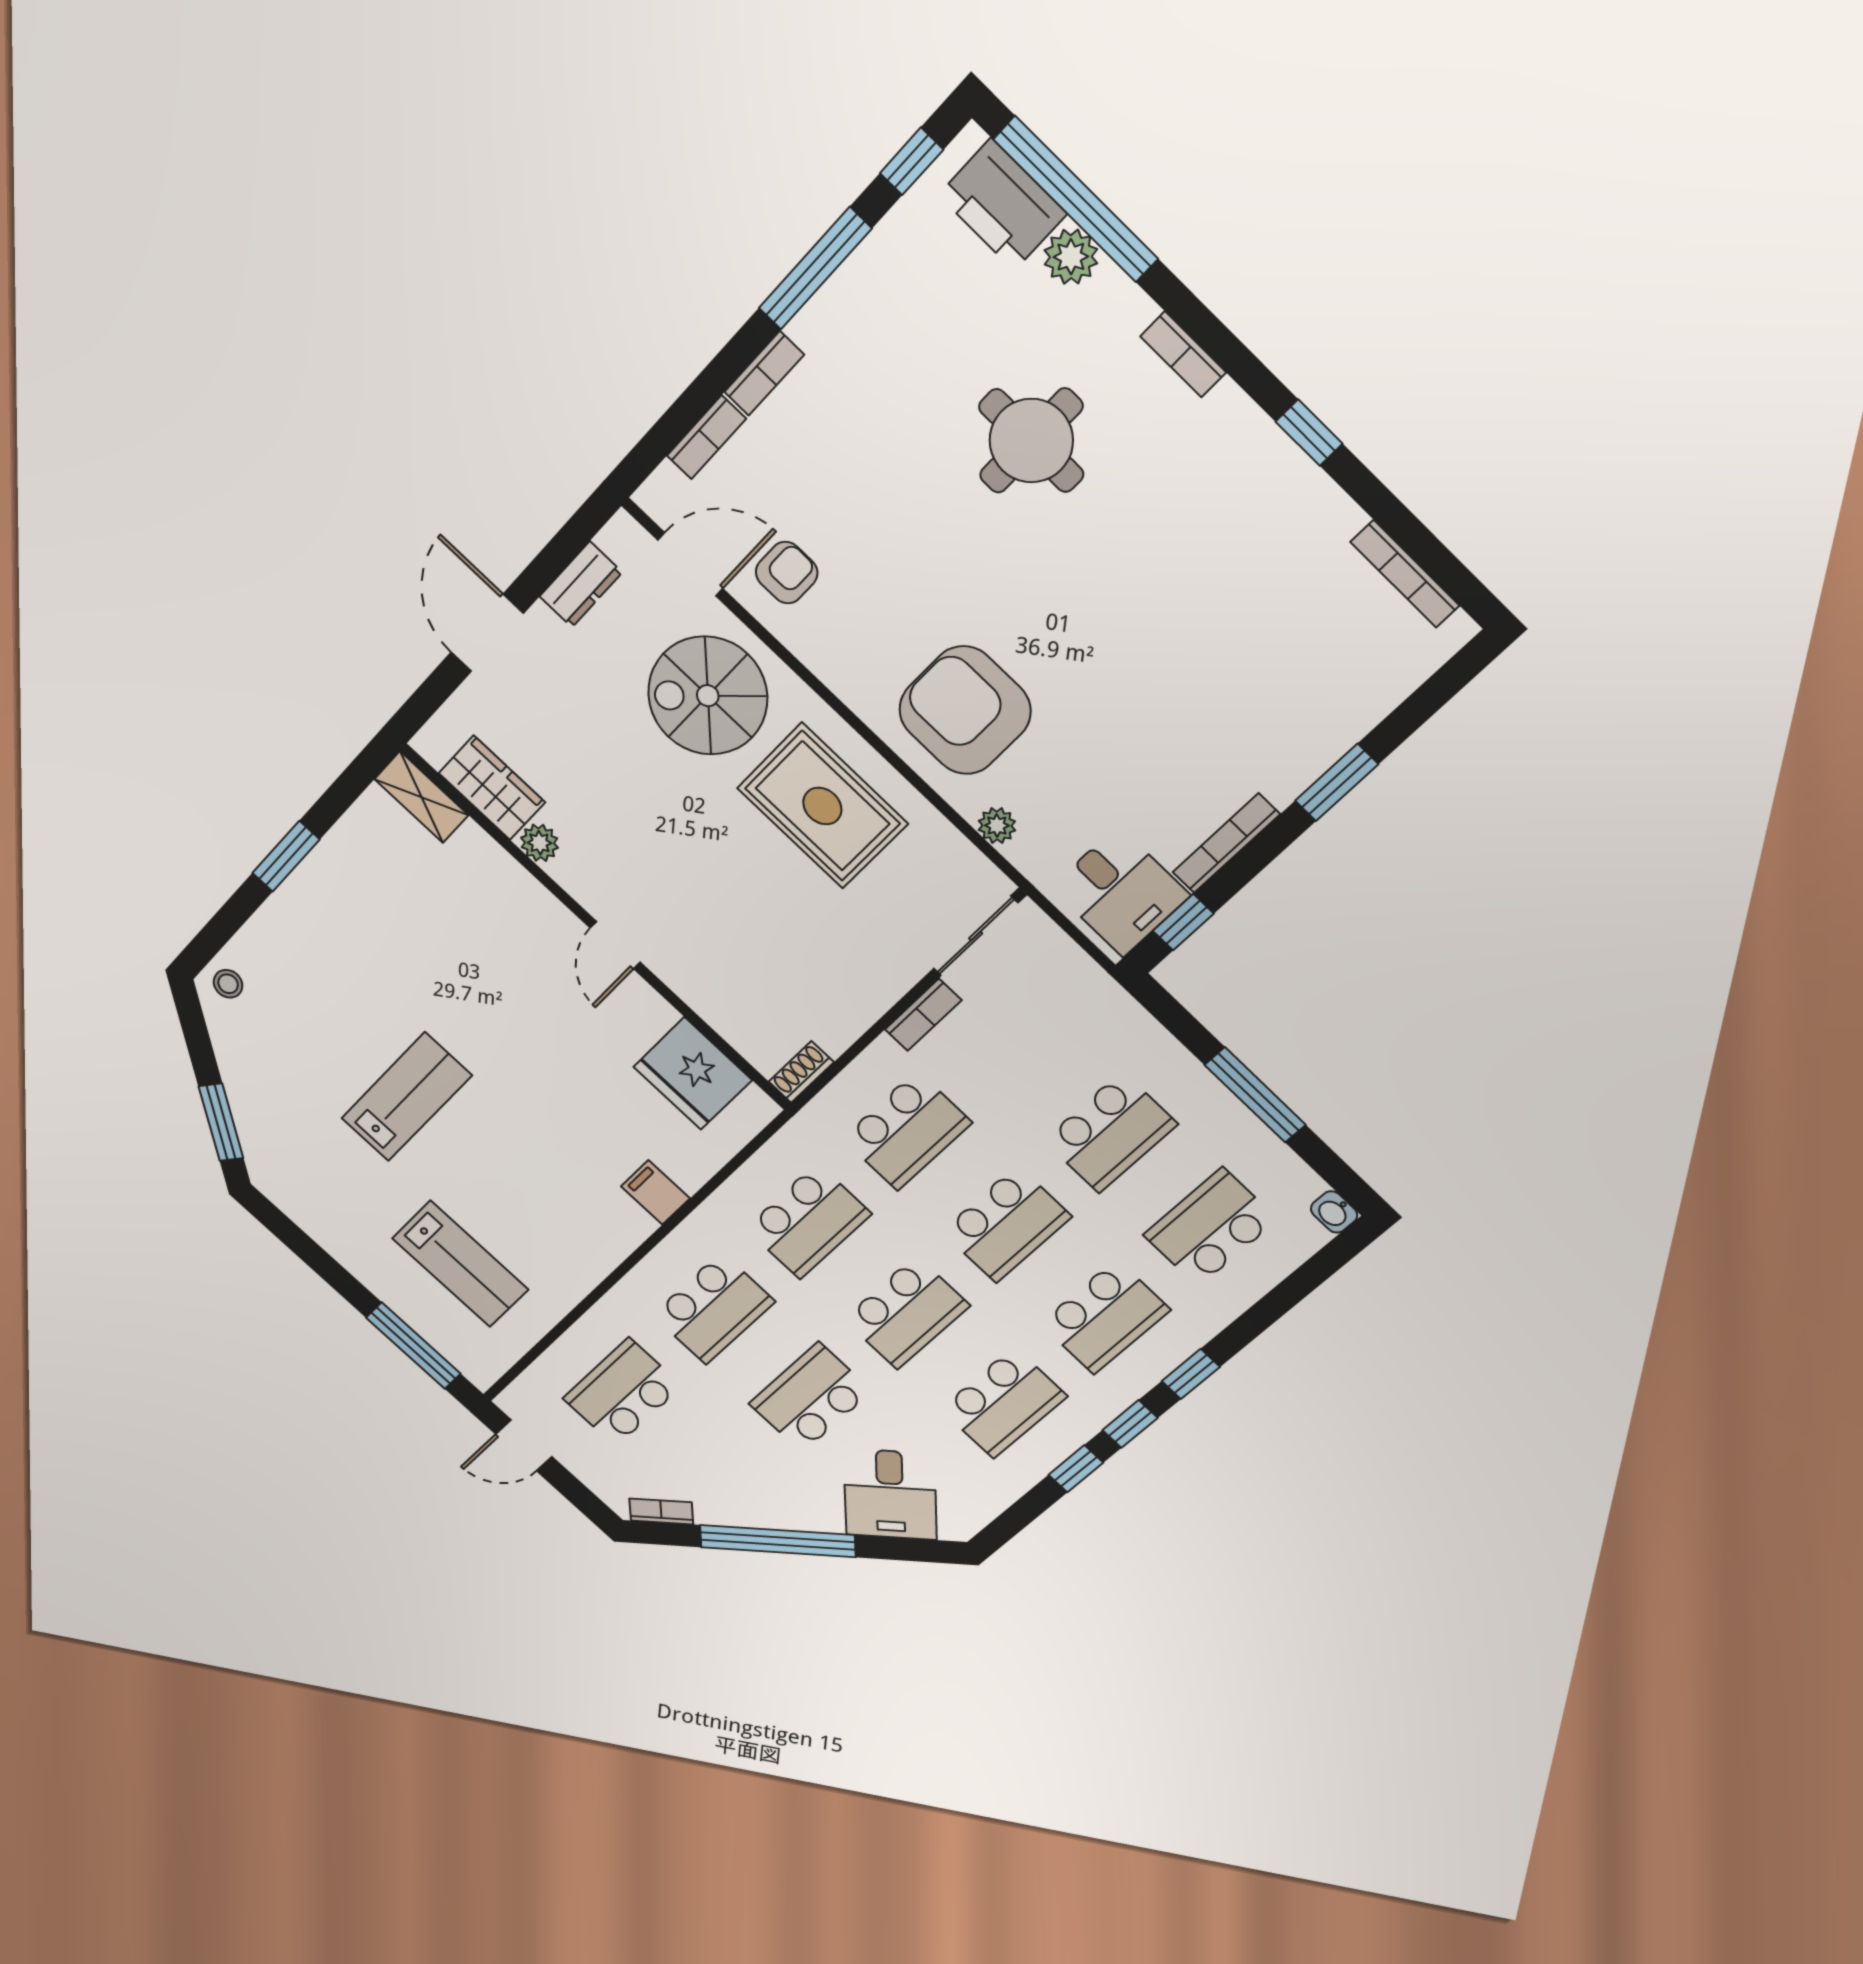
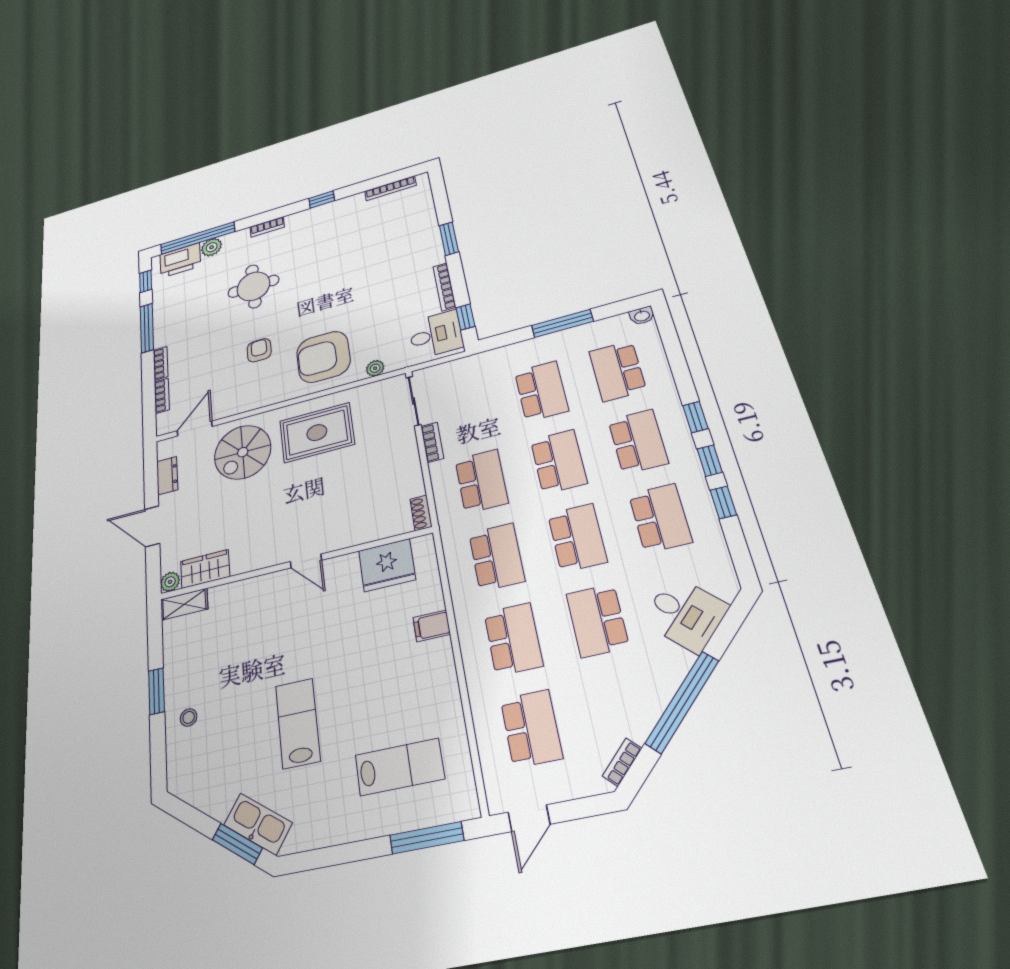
armchair: (787, 573) -> (259, 350), moved
plant: (539, 843) -> (170, 582), moved
stool: (228, 984) -> (189, 717), moved
kitchen sink: (261, 1132) -> (258, 824), added
school desk: (622, 1392) -> (531, 729), turned 180

